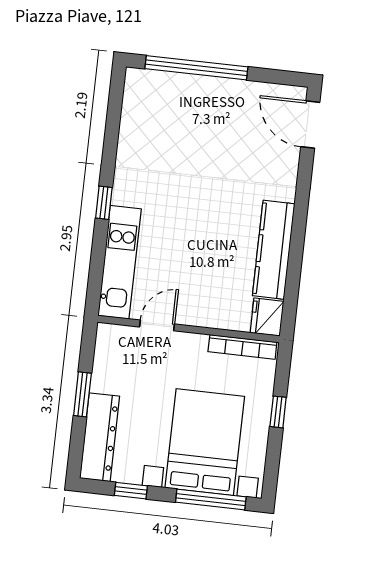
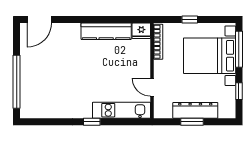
dresser: (100, 437) -> (195, 110), moved

